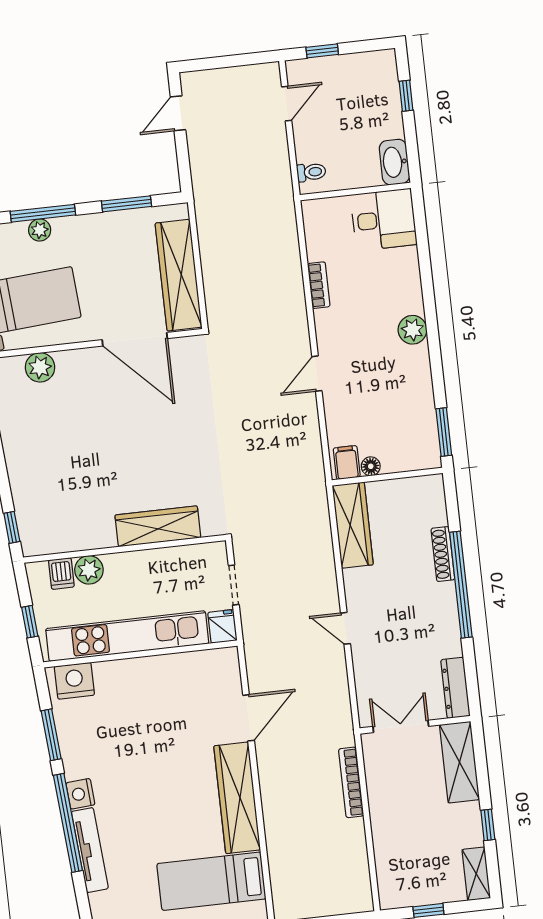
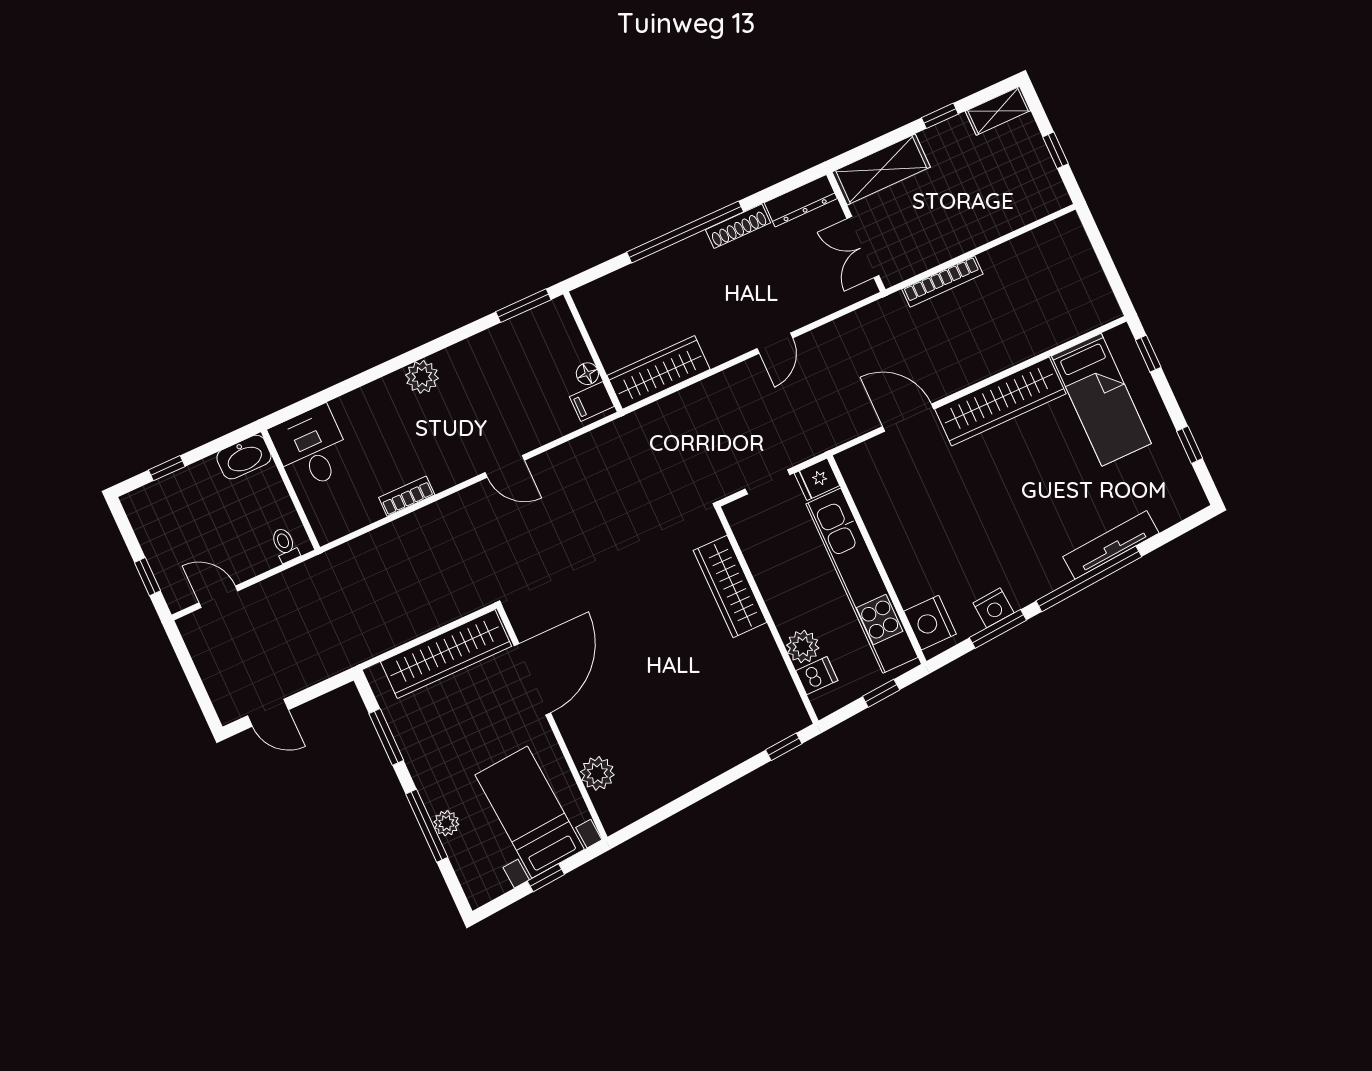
shoe rack: (443, 554) -> (738, 226), moved
nightstand: (80, 794) -> (993, 608), moved

